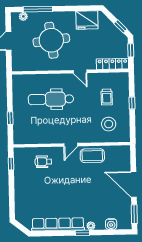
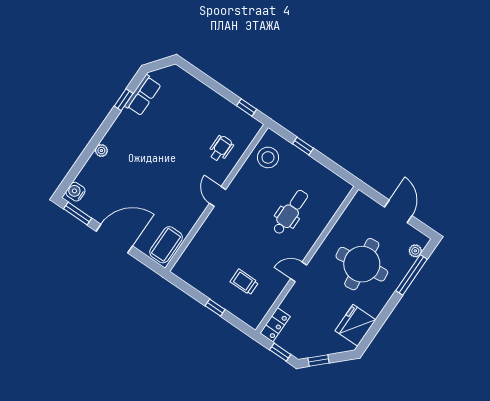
locker: (112, 64) -> (275, 325), width x0.66
dental chair: (51, 99) -> (290, 212), width x0.73, depth x0.72
stool: (109, 124) -> (268, 157), moved
coffee table: (92, 156) -> (166, 245), moved
row of seats: (58, 224) -> (143, 95), width x0.50
water cooler: (111, 224) -> (75, 192), moved
window: (82, 233) -> (124, 100), moved

